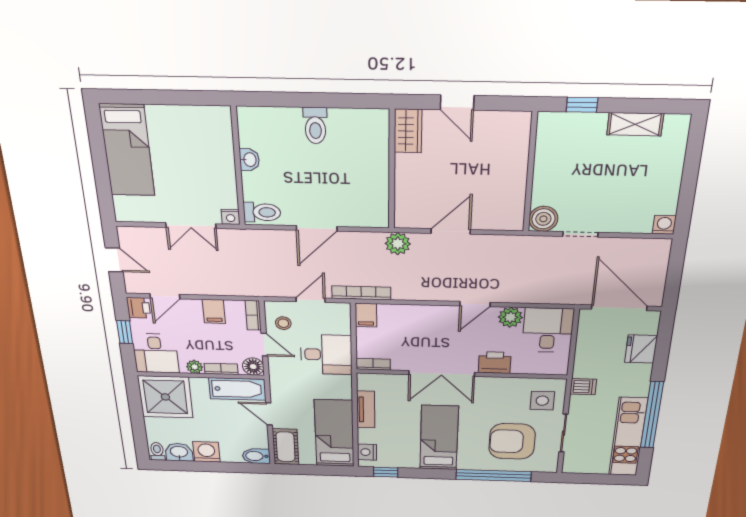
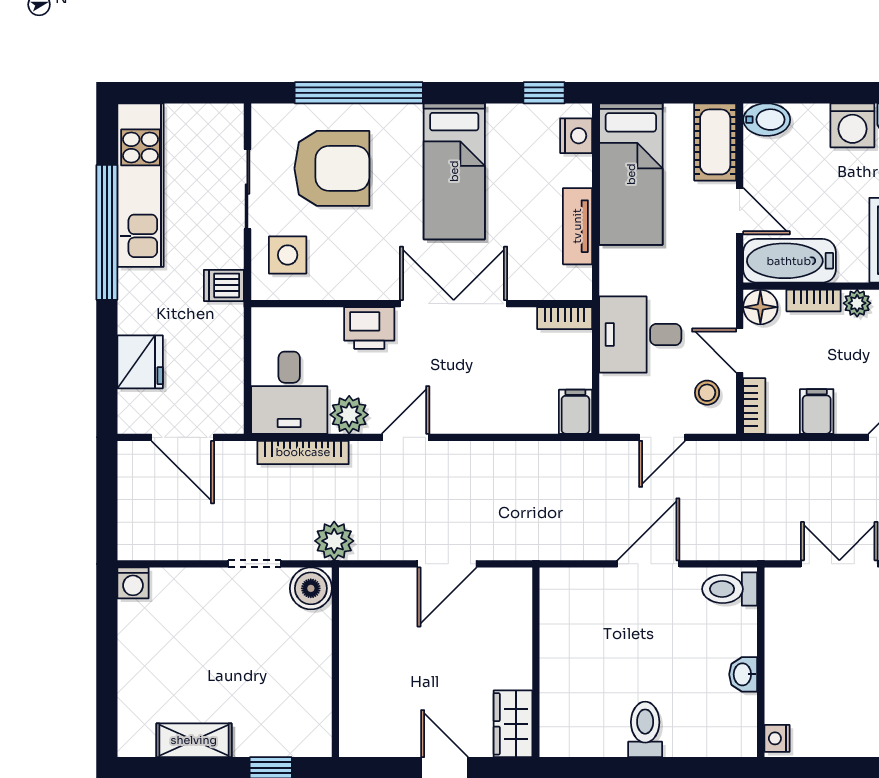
nightstand: (231, 217) -> (777, 738), moved, turned -90
plant: (398, 244) -> (334, 541), moved
bookcase: (361, 293) -> (303, 452), moved
door: (619, 308) -> (183, 437), width x0.73

